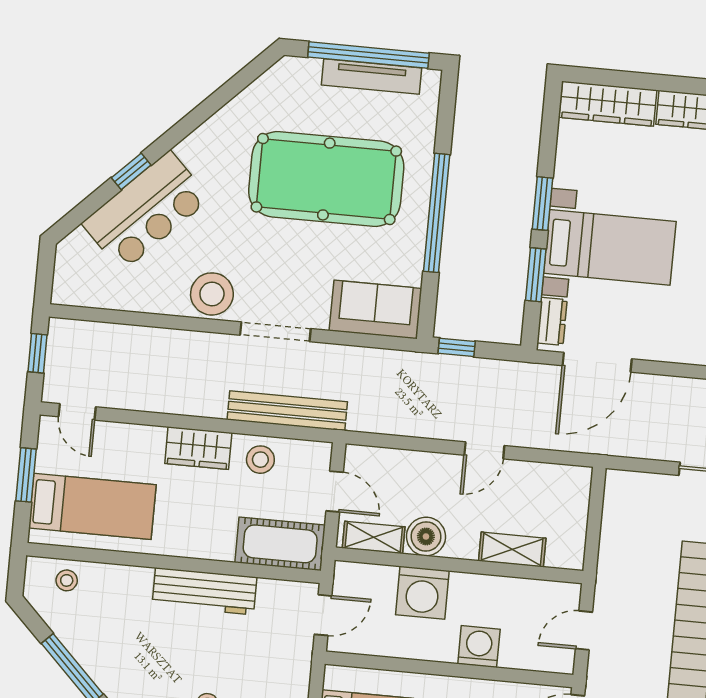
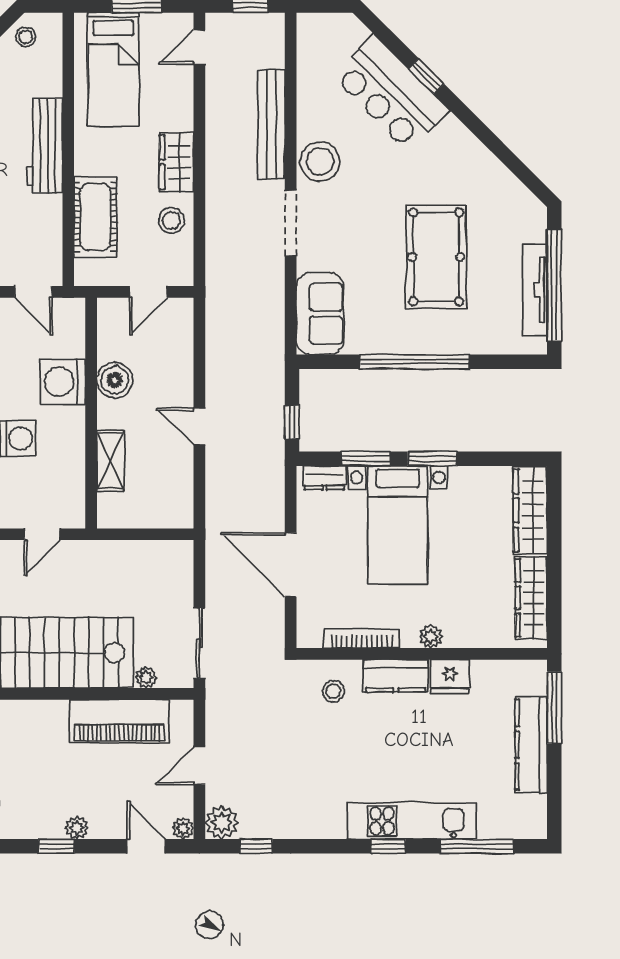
pool table: (326, 179) -> (436, 257), width x0.73, depth x0.76
window: (457, 347) -> (292, 422), moved
door: (597, 362) -> (291, 565), moved
bench: (287, 411) -> (271, 124), moved
shelving: (374, 537) -> (109, 332), removed
cot: (280, 544) -> (95, 217), moved
stool: (67, 580) -> (26, 37), moved
workbench: (205, 591) -> (45, 146), moved
door: (584, 630) -> (42, 534), swing flipped

